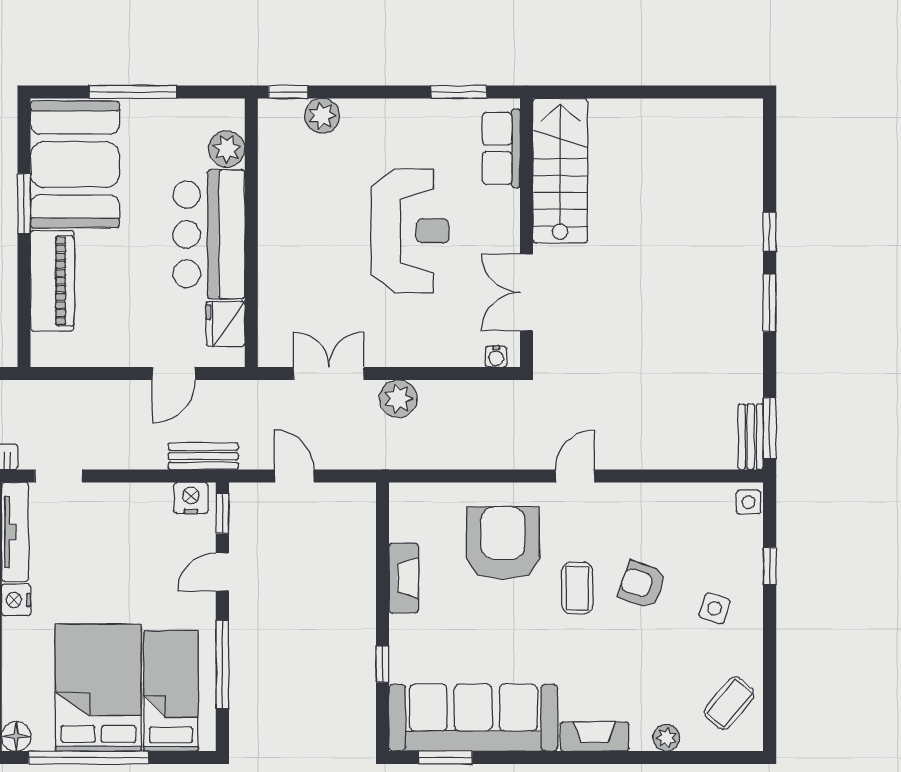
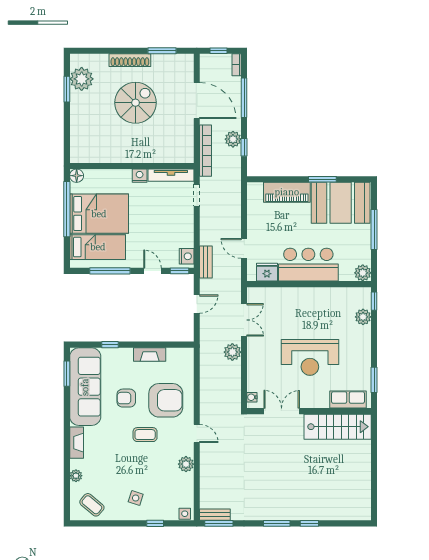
plant: (227, 149) -> (363, 273), moved
plant: (641, 499) -> (186, 464), added
armchair: (642, 585) -> (126, 398), moved, turned -109

